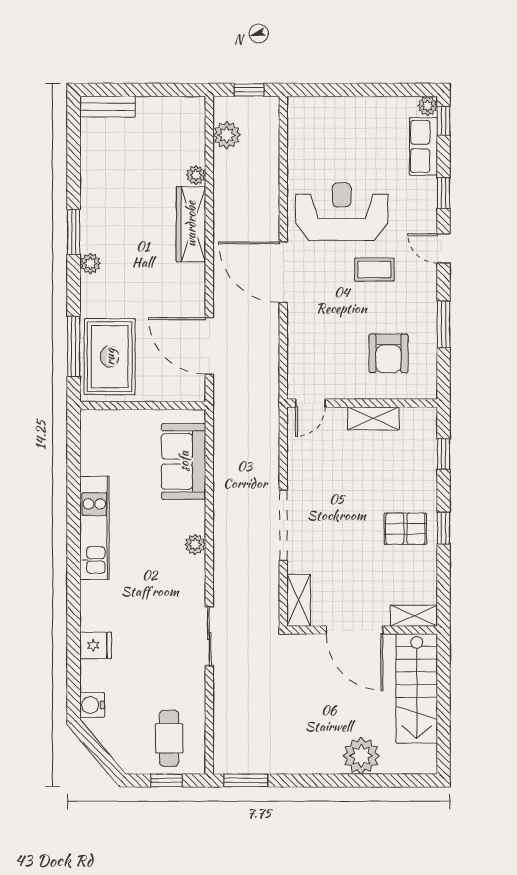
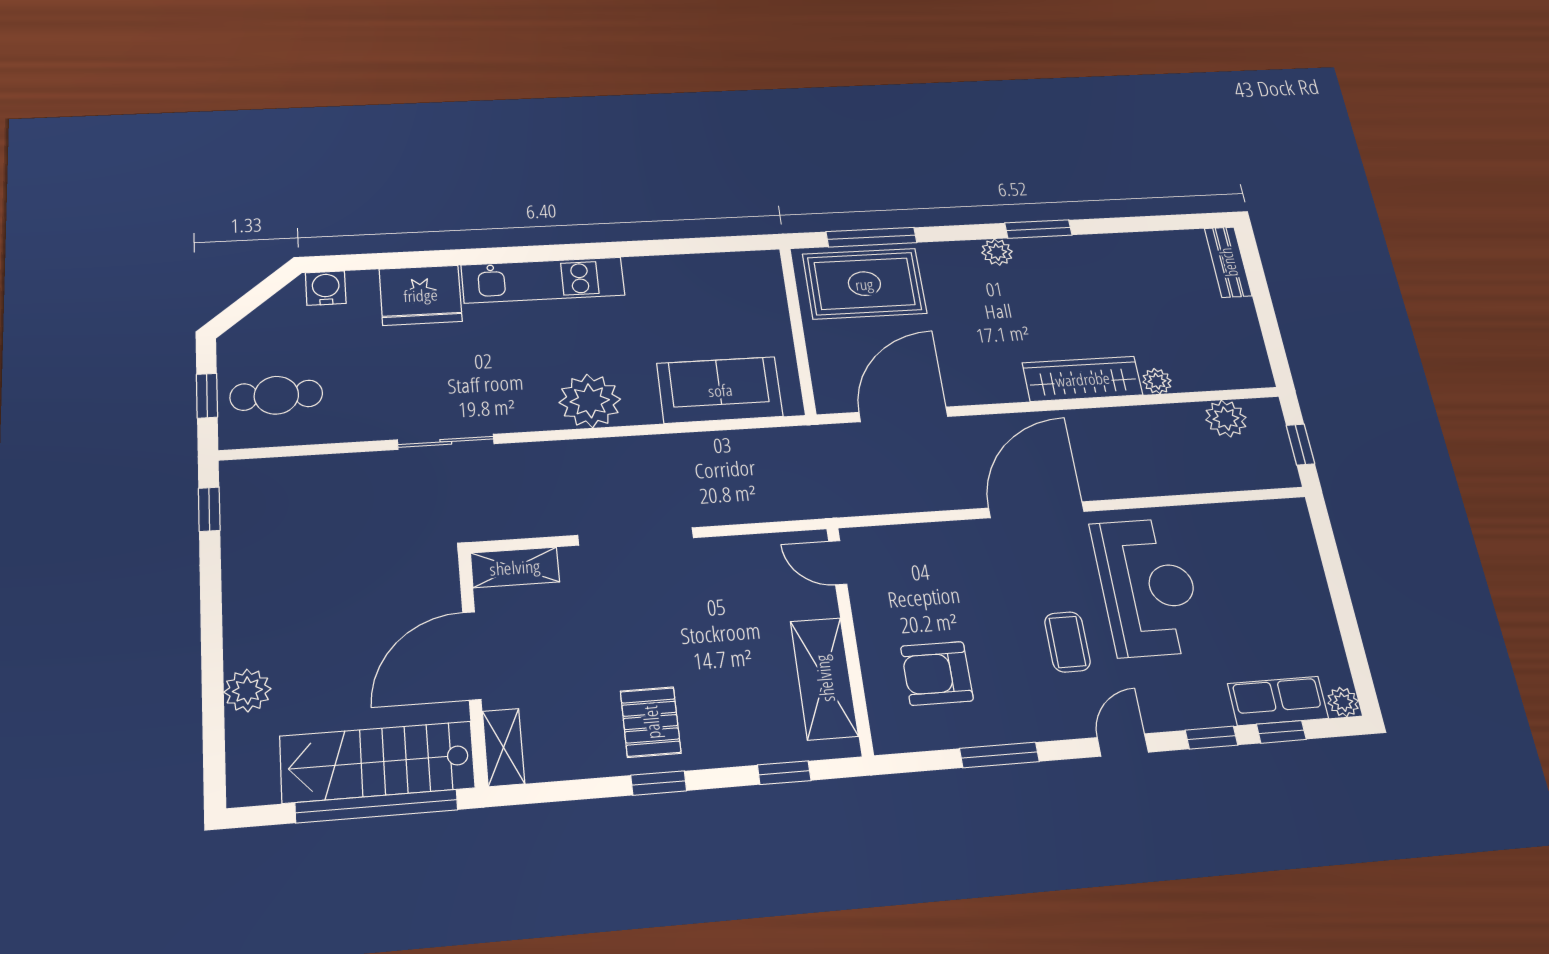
window: (444, 121) -> (1281, 732), moved
shelving: (373, 418) -> (824, 678), width x1.50, depth x1.33
kitchen unit: (94, 528) -> (543, 280), moved
plant: (195, 544) -> (590, 401), width x1.87, depth x1.87
fridge: (96, 645) -> (421, 295), width x1.88, depth x1.34
window: (444, 690) -> (377, 806), added
plant: (361, 756) -> (247, 690), width x0.73, depth x0.73
window: (246, 780) -> (209, 509), width x0.67

